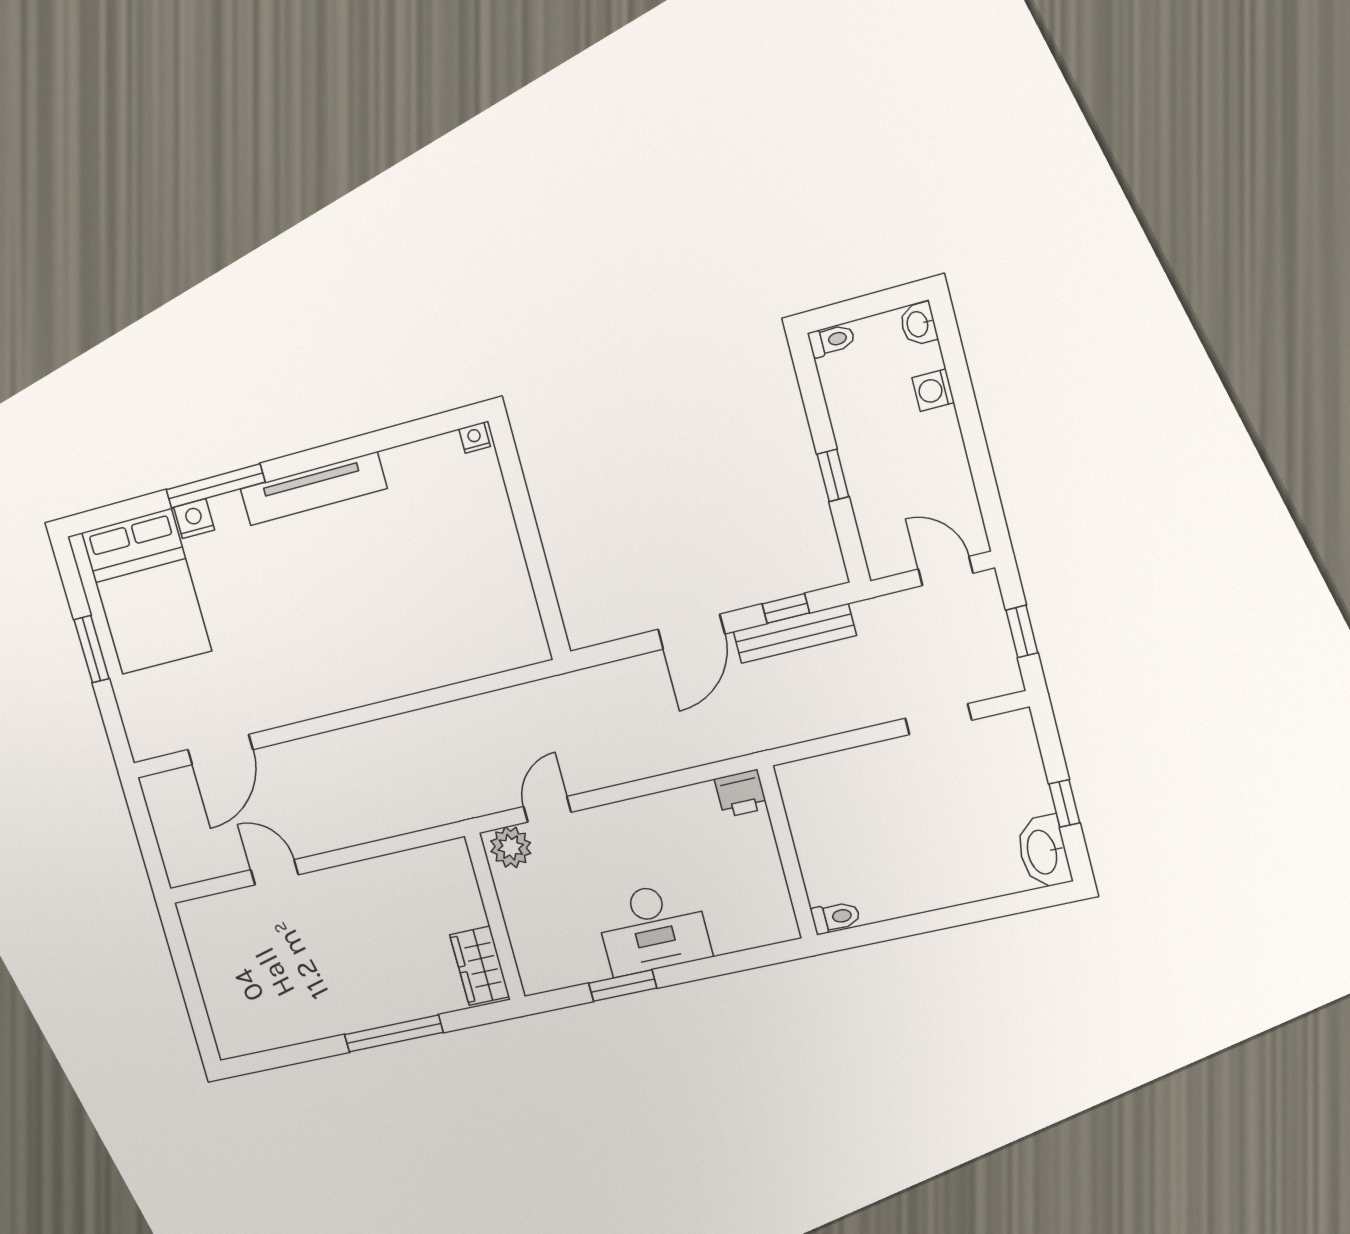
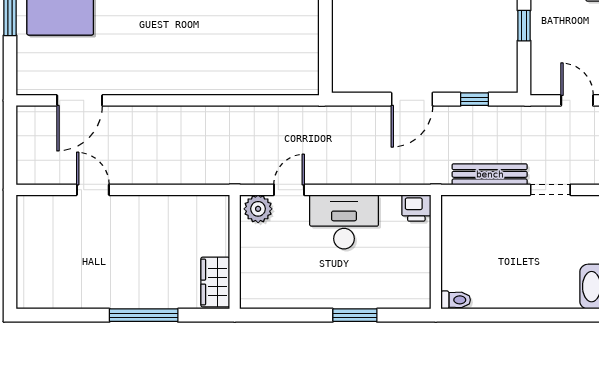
bench: (795, 633) -> (490, 174), moved
desk: (653, 928) -> (344, 222), moved, turned 180
window: (623, 986) -> (355, 315), moved

